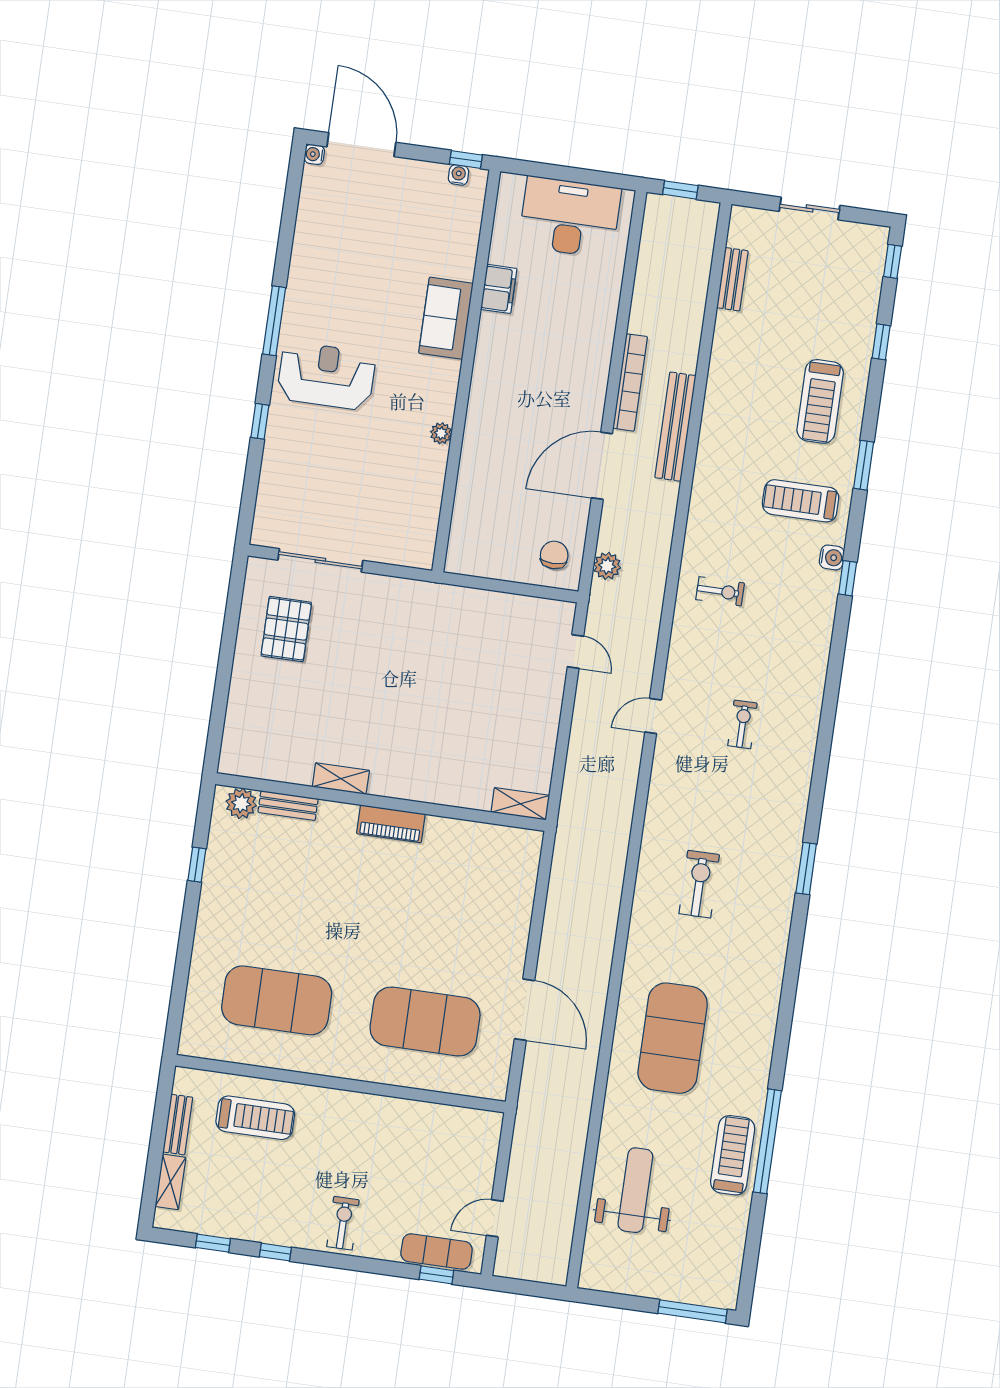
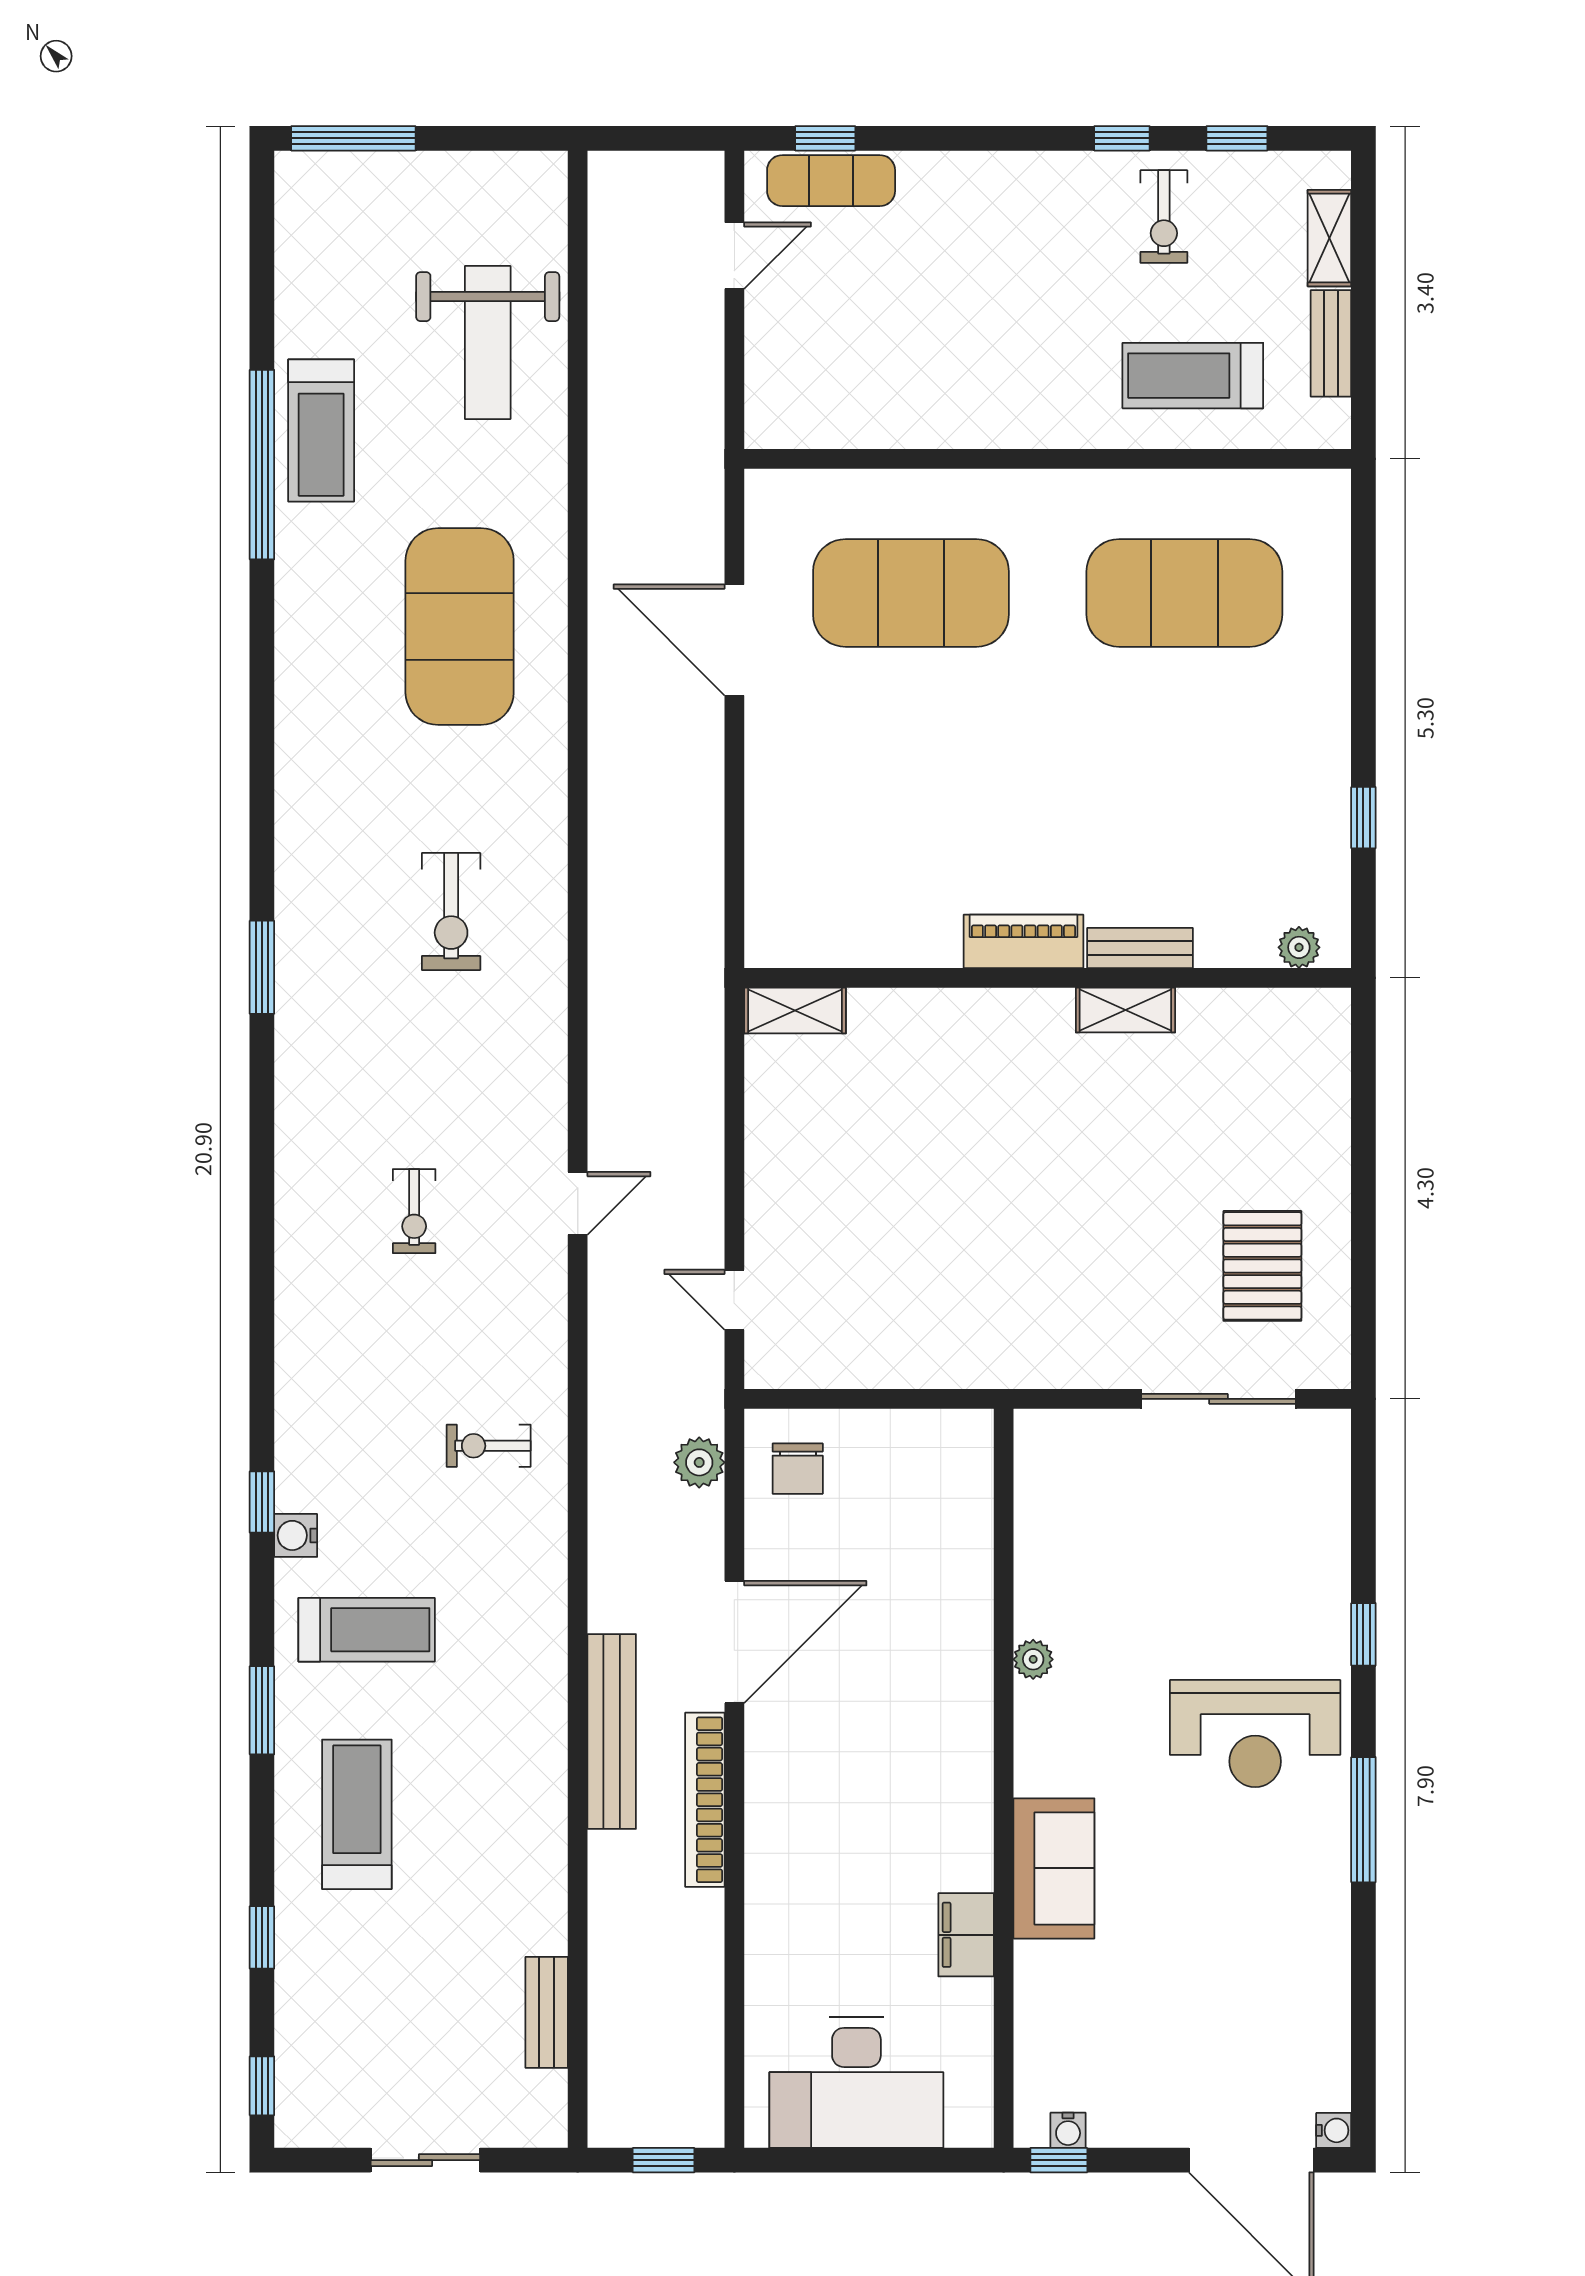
plant: (241, 803) -> (1299, 947), width x0.73, depth x0.73
bench: (288, 805) -> (1140, 948), moved
exercise bike: (343, 1223) -> (1164, 217), moved

